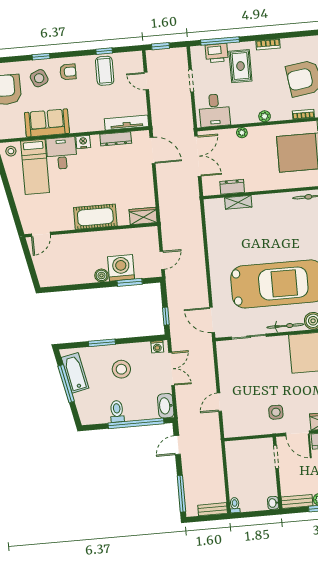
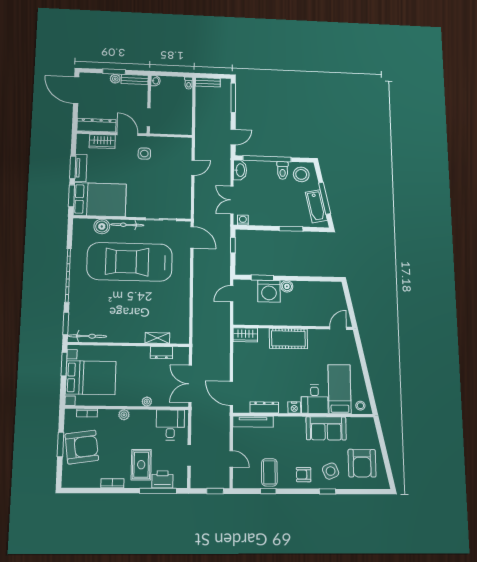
stool: (121, 369) -> (301, 174), moved

